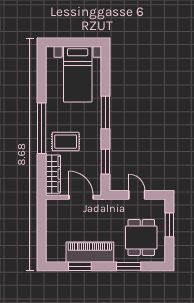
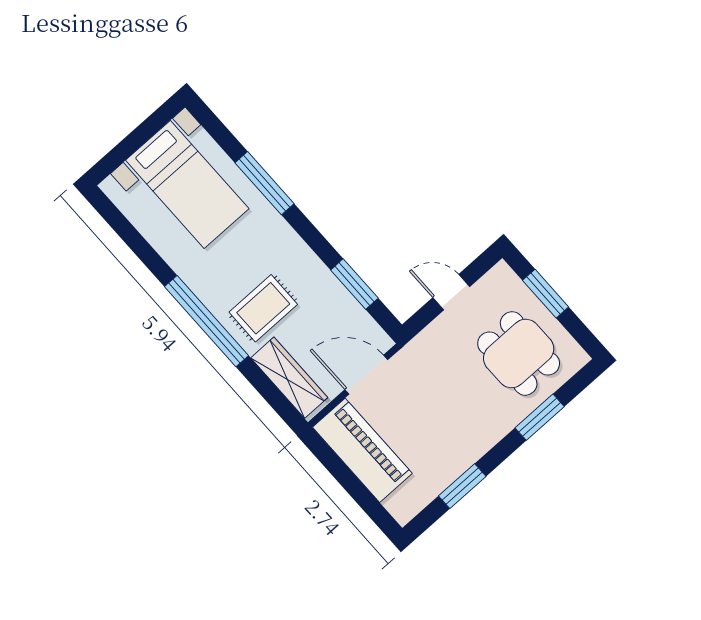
window: (105, 113) -> (265, 183), moved
piano: (90, 252) -> (362, 450), moved, turned 90

